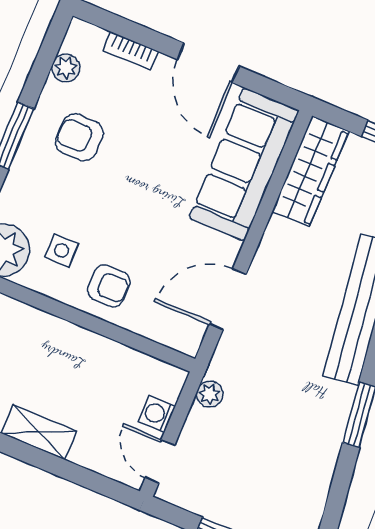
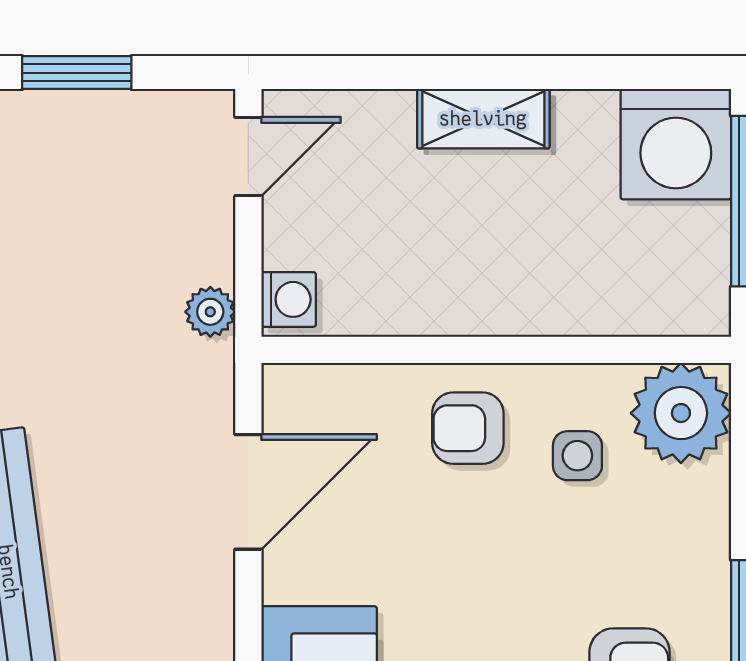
washing machine: (157, 414) -> (289, 299), moved
door: (160, 461) -> (248, 157), hinge flipped

